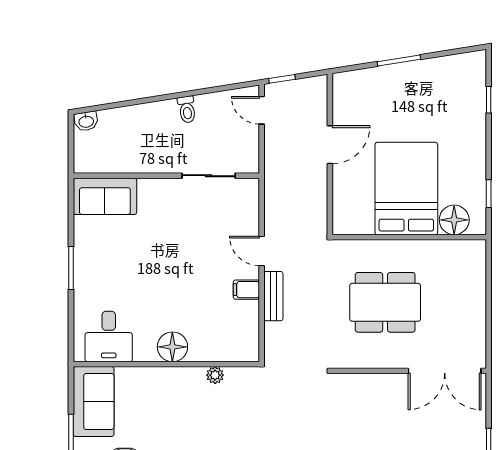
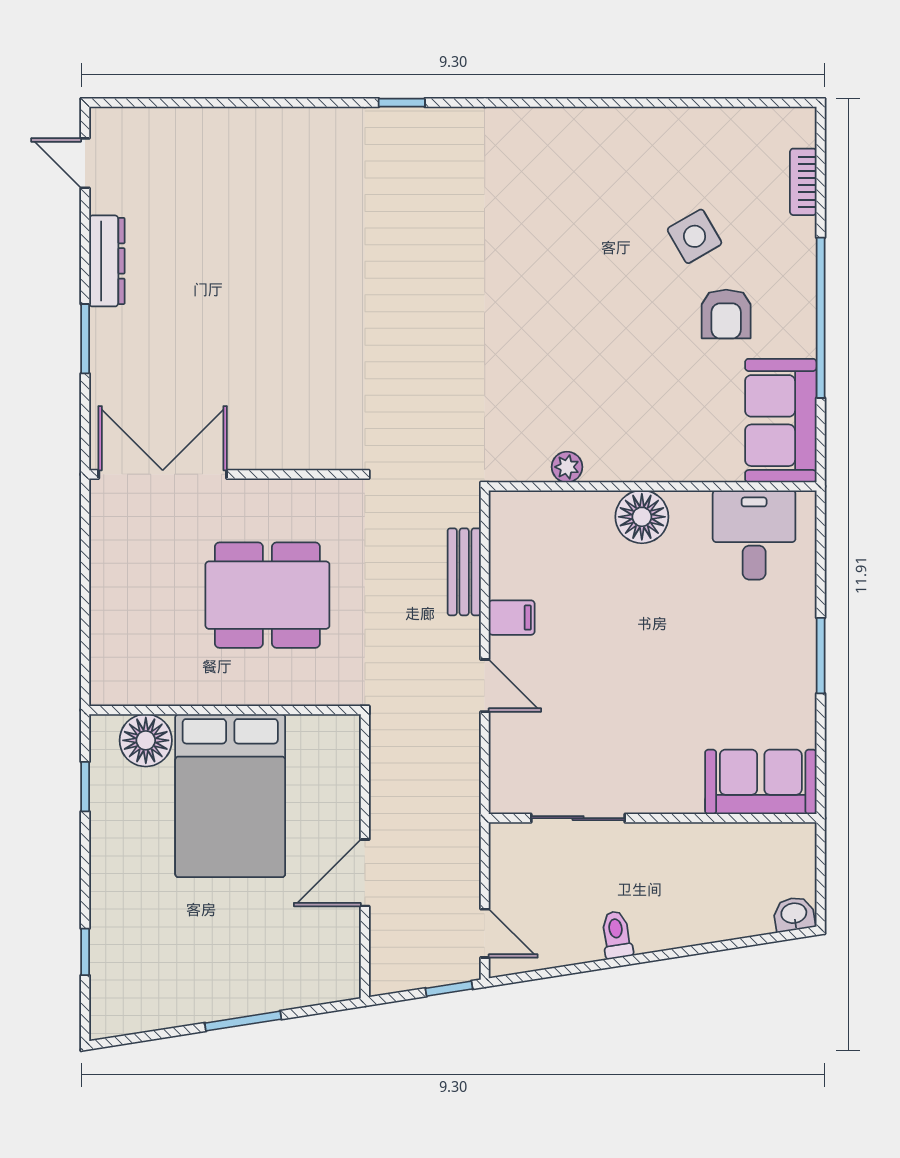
bench: (273, 296) -> (464, 572), moved

